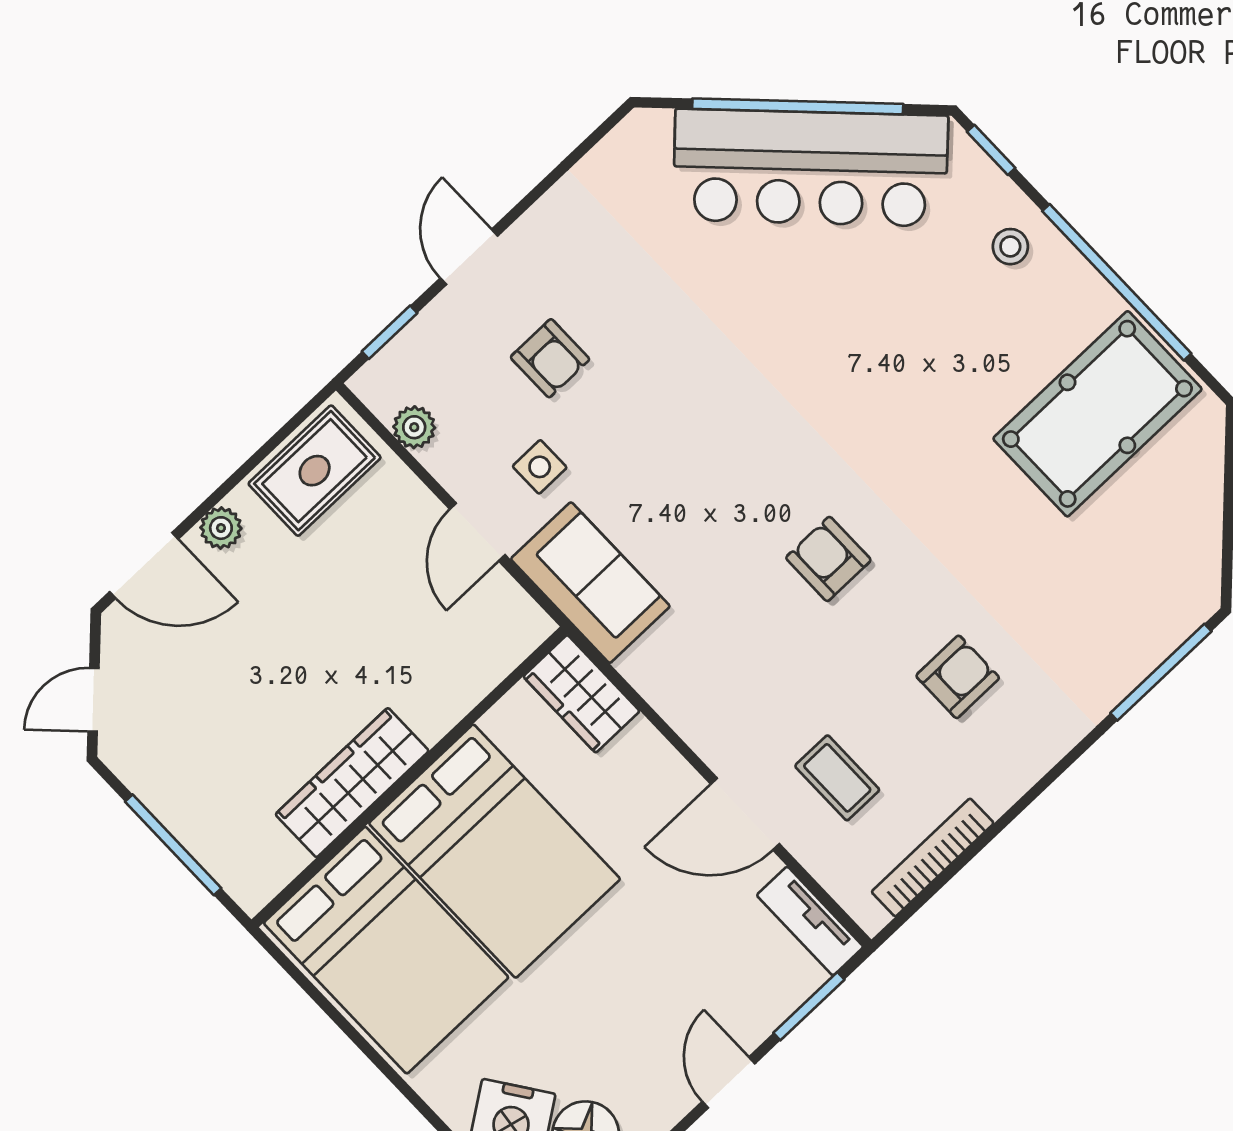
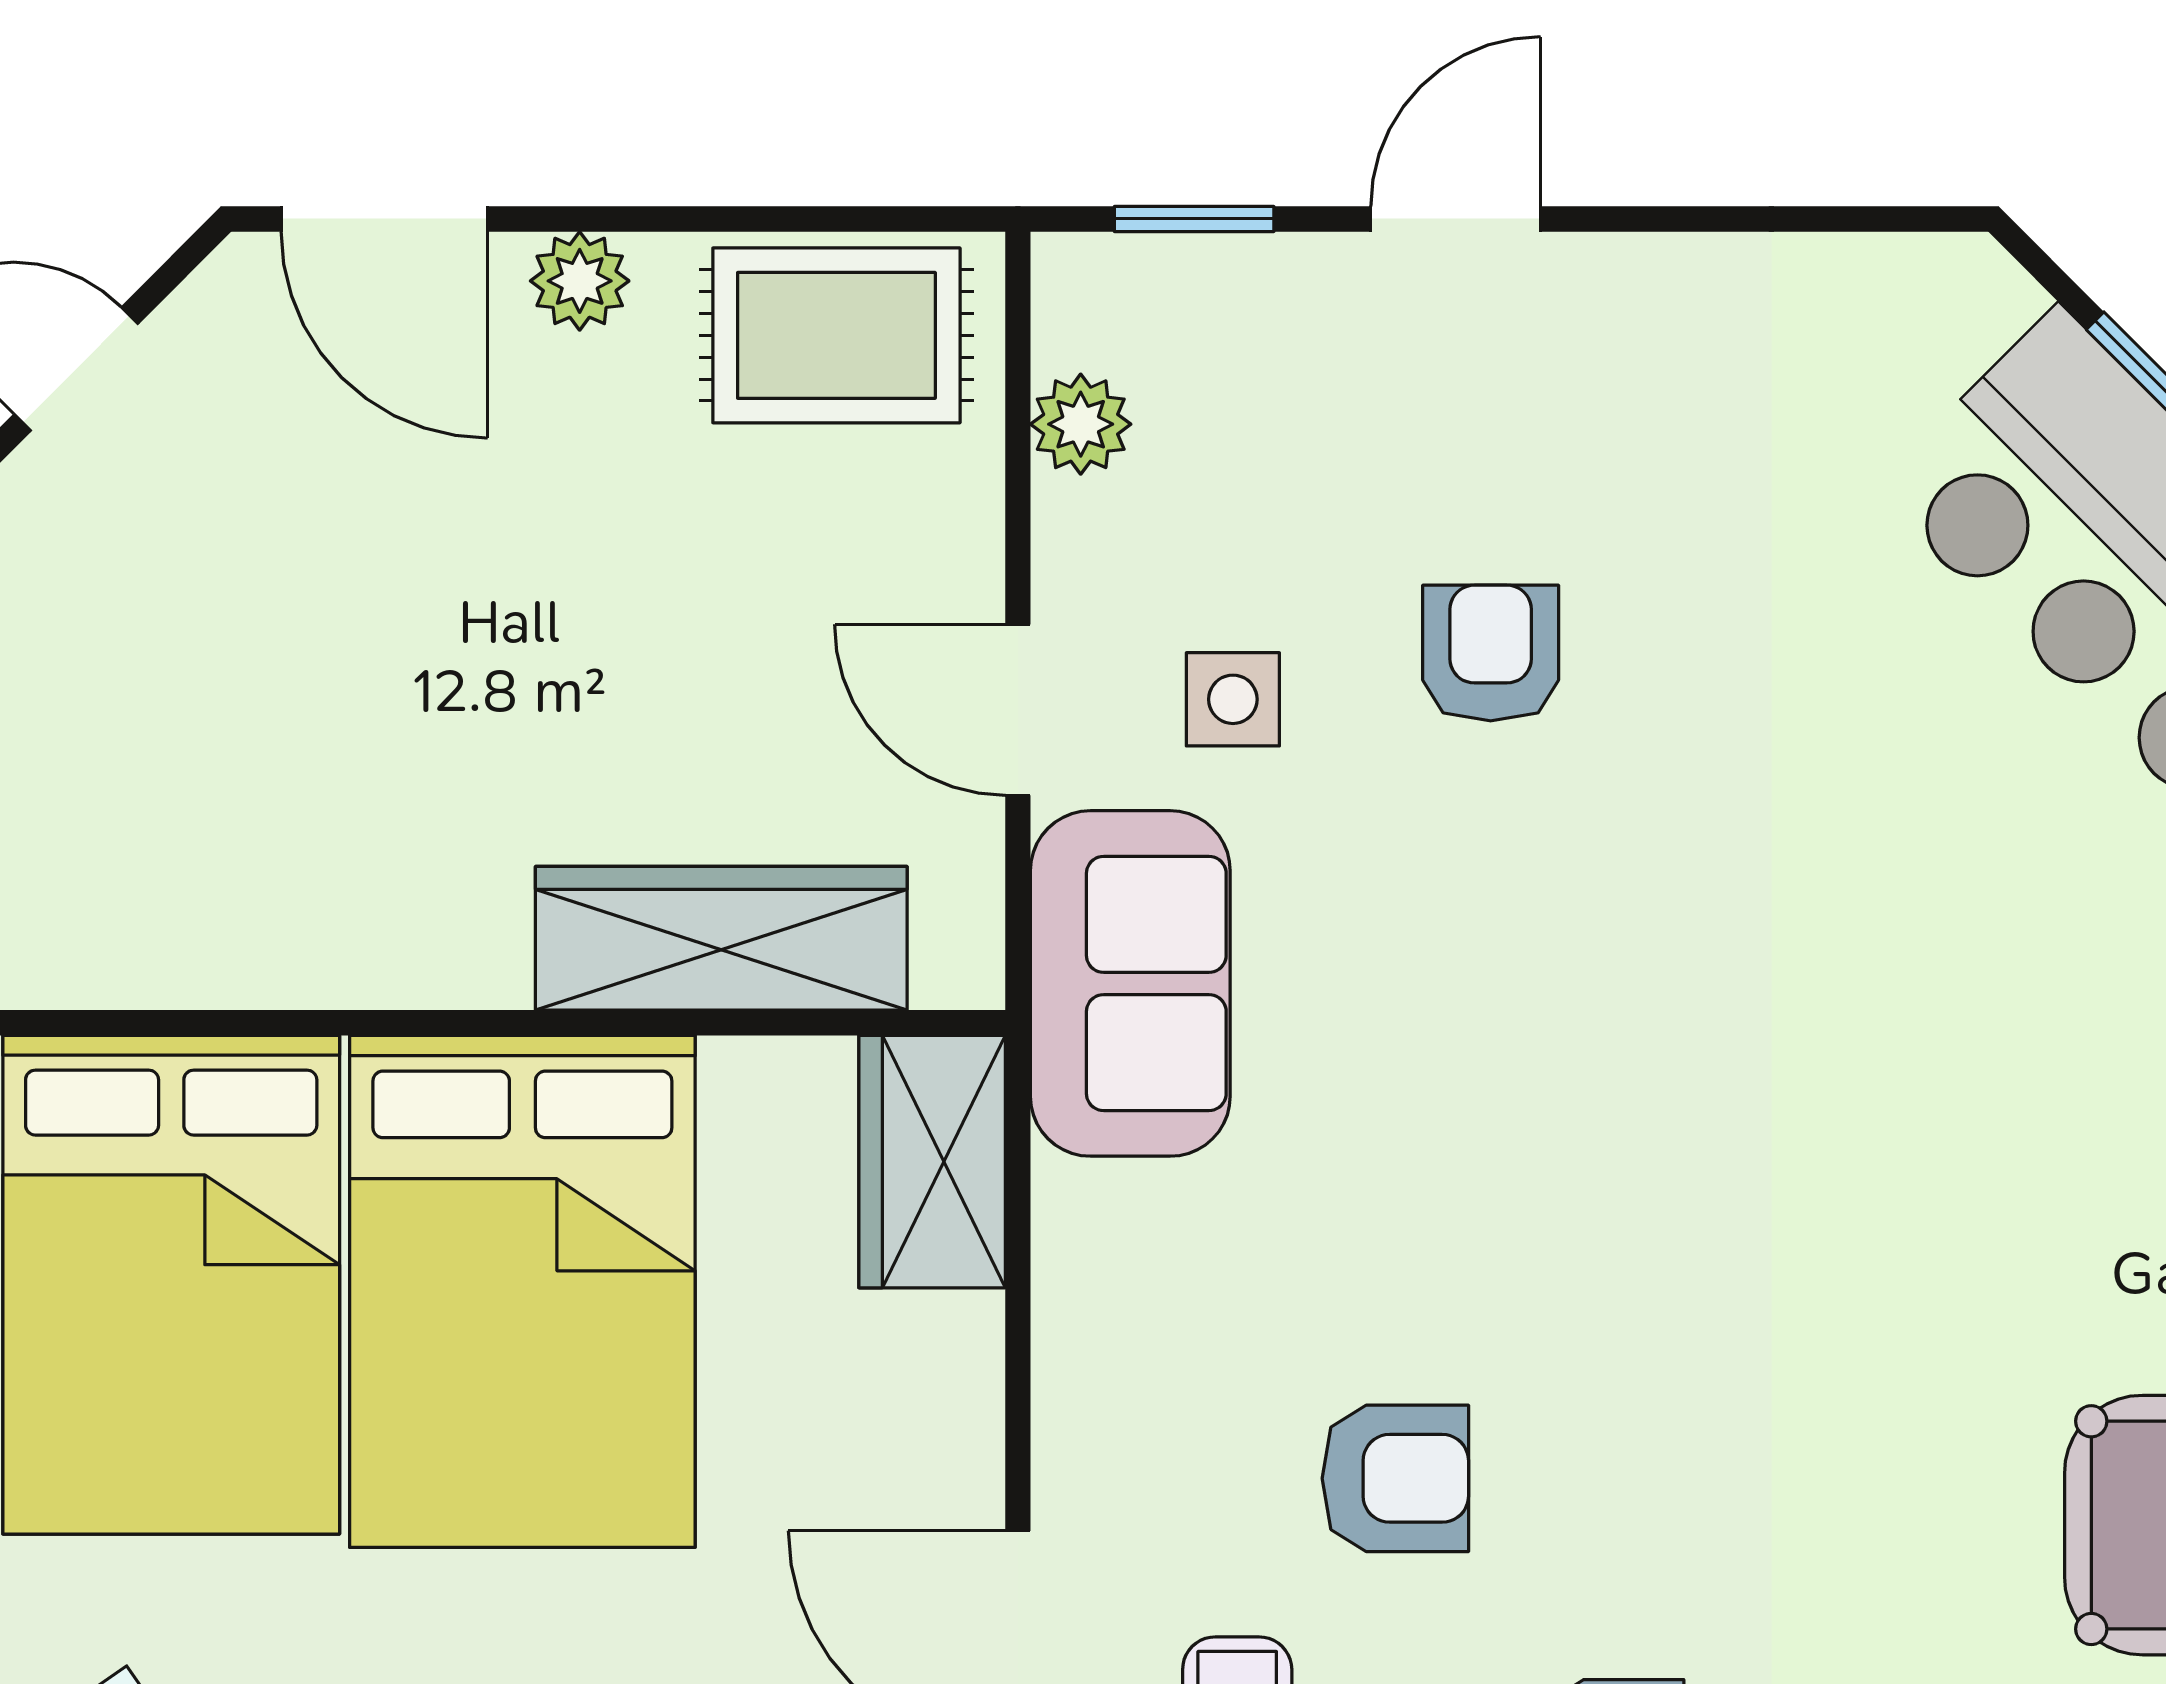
armchair: (550, 358) -> (1491, 653), moved, turned 180
door: (477, 532) -> (1018, 710), hinge flipped
armchair: (828, 559) -> (1395, 1478), moved, turned 90
wardrobe: (352, 783) -> (721, 938), moved

